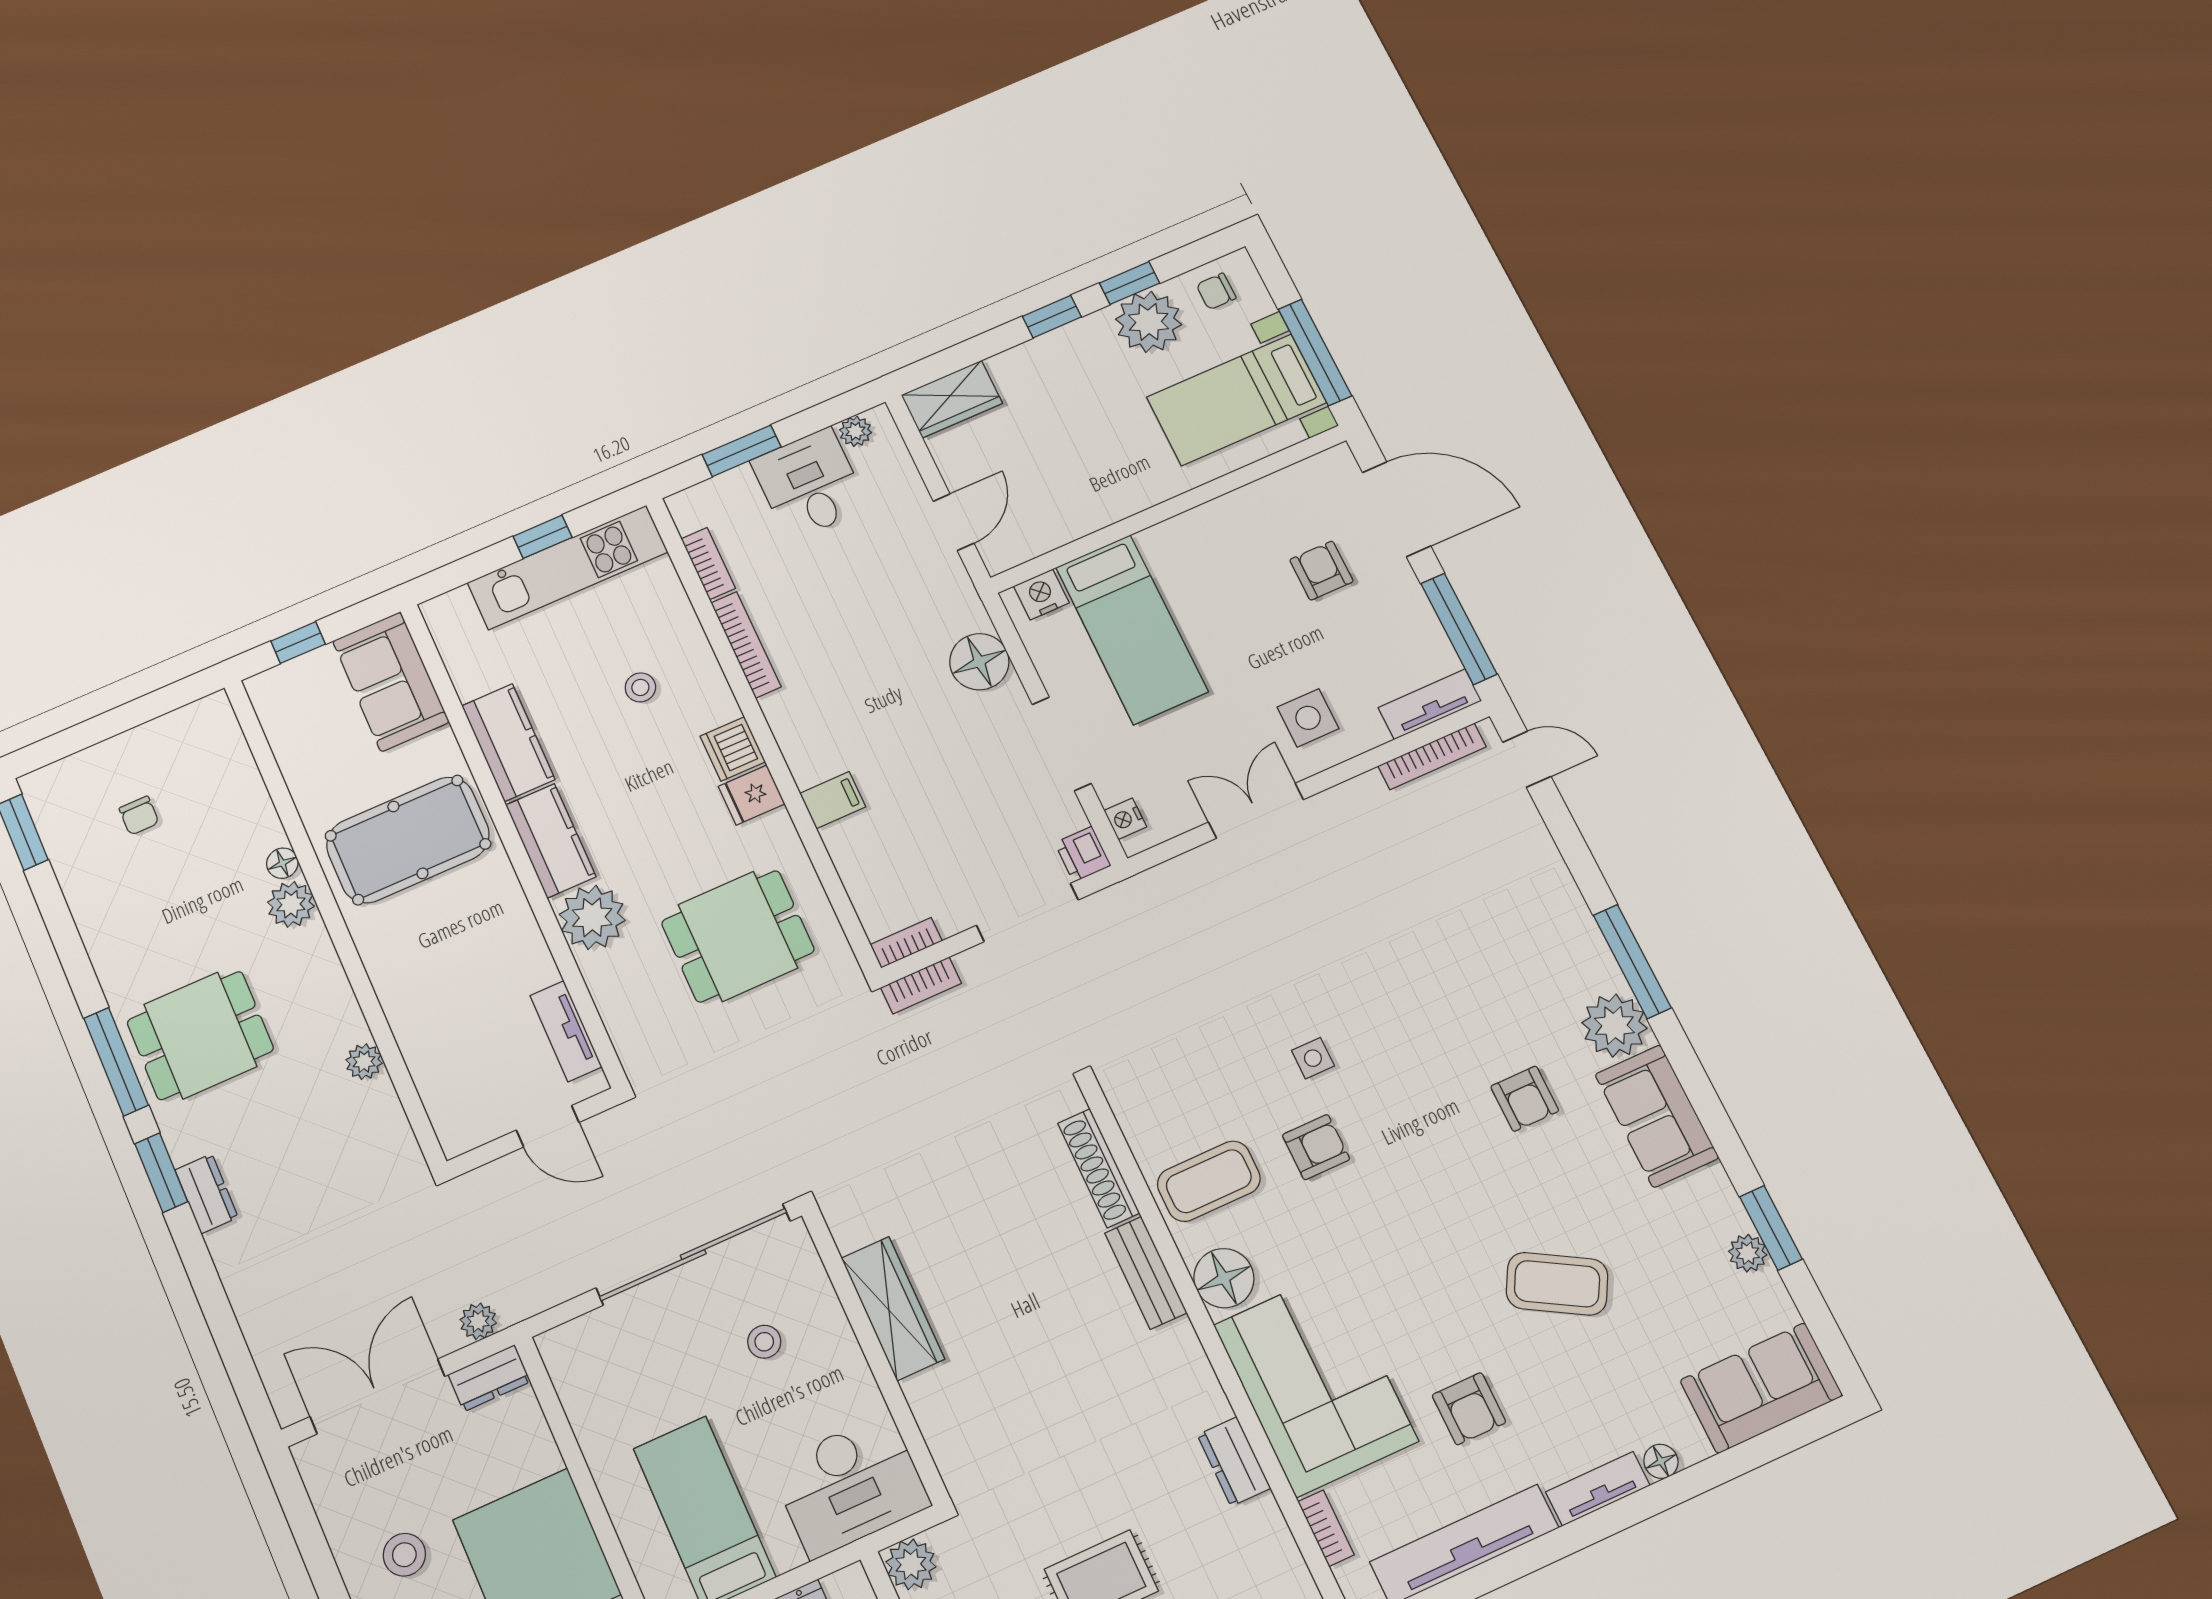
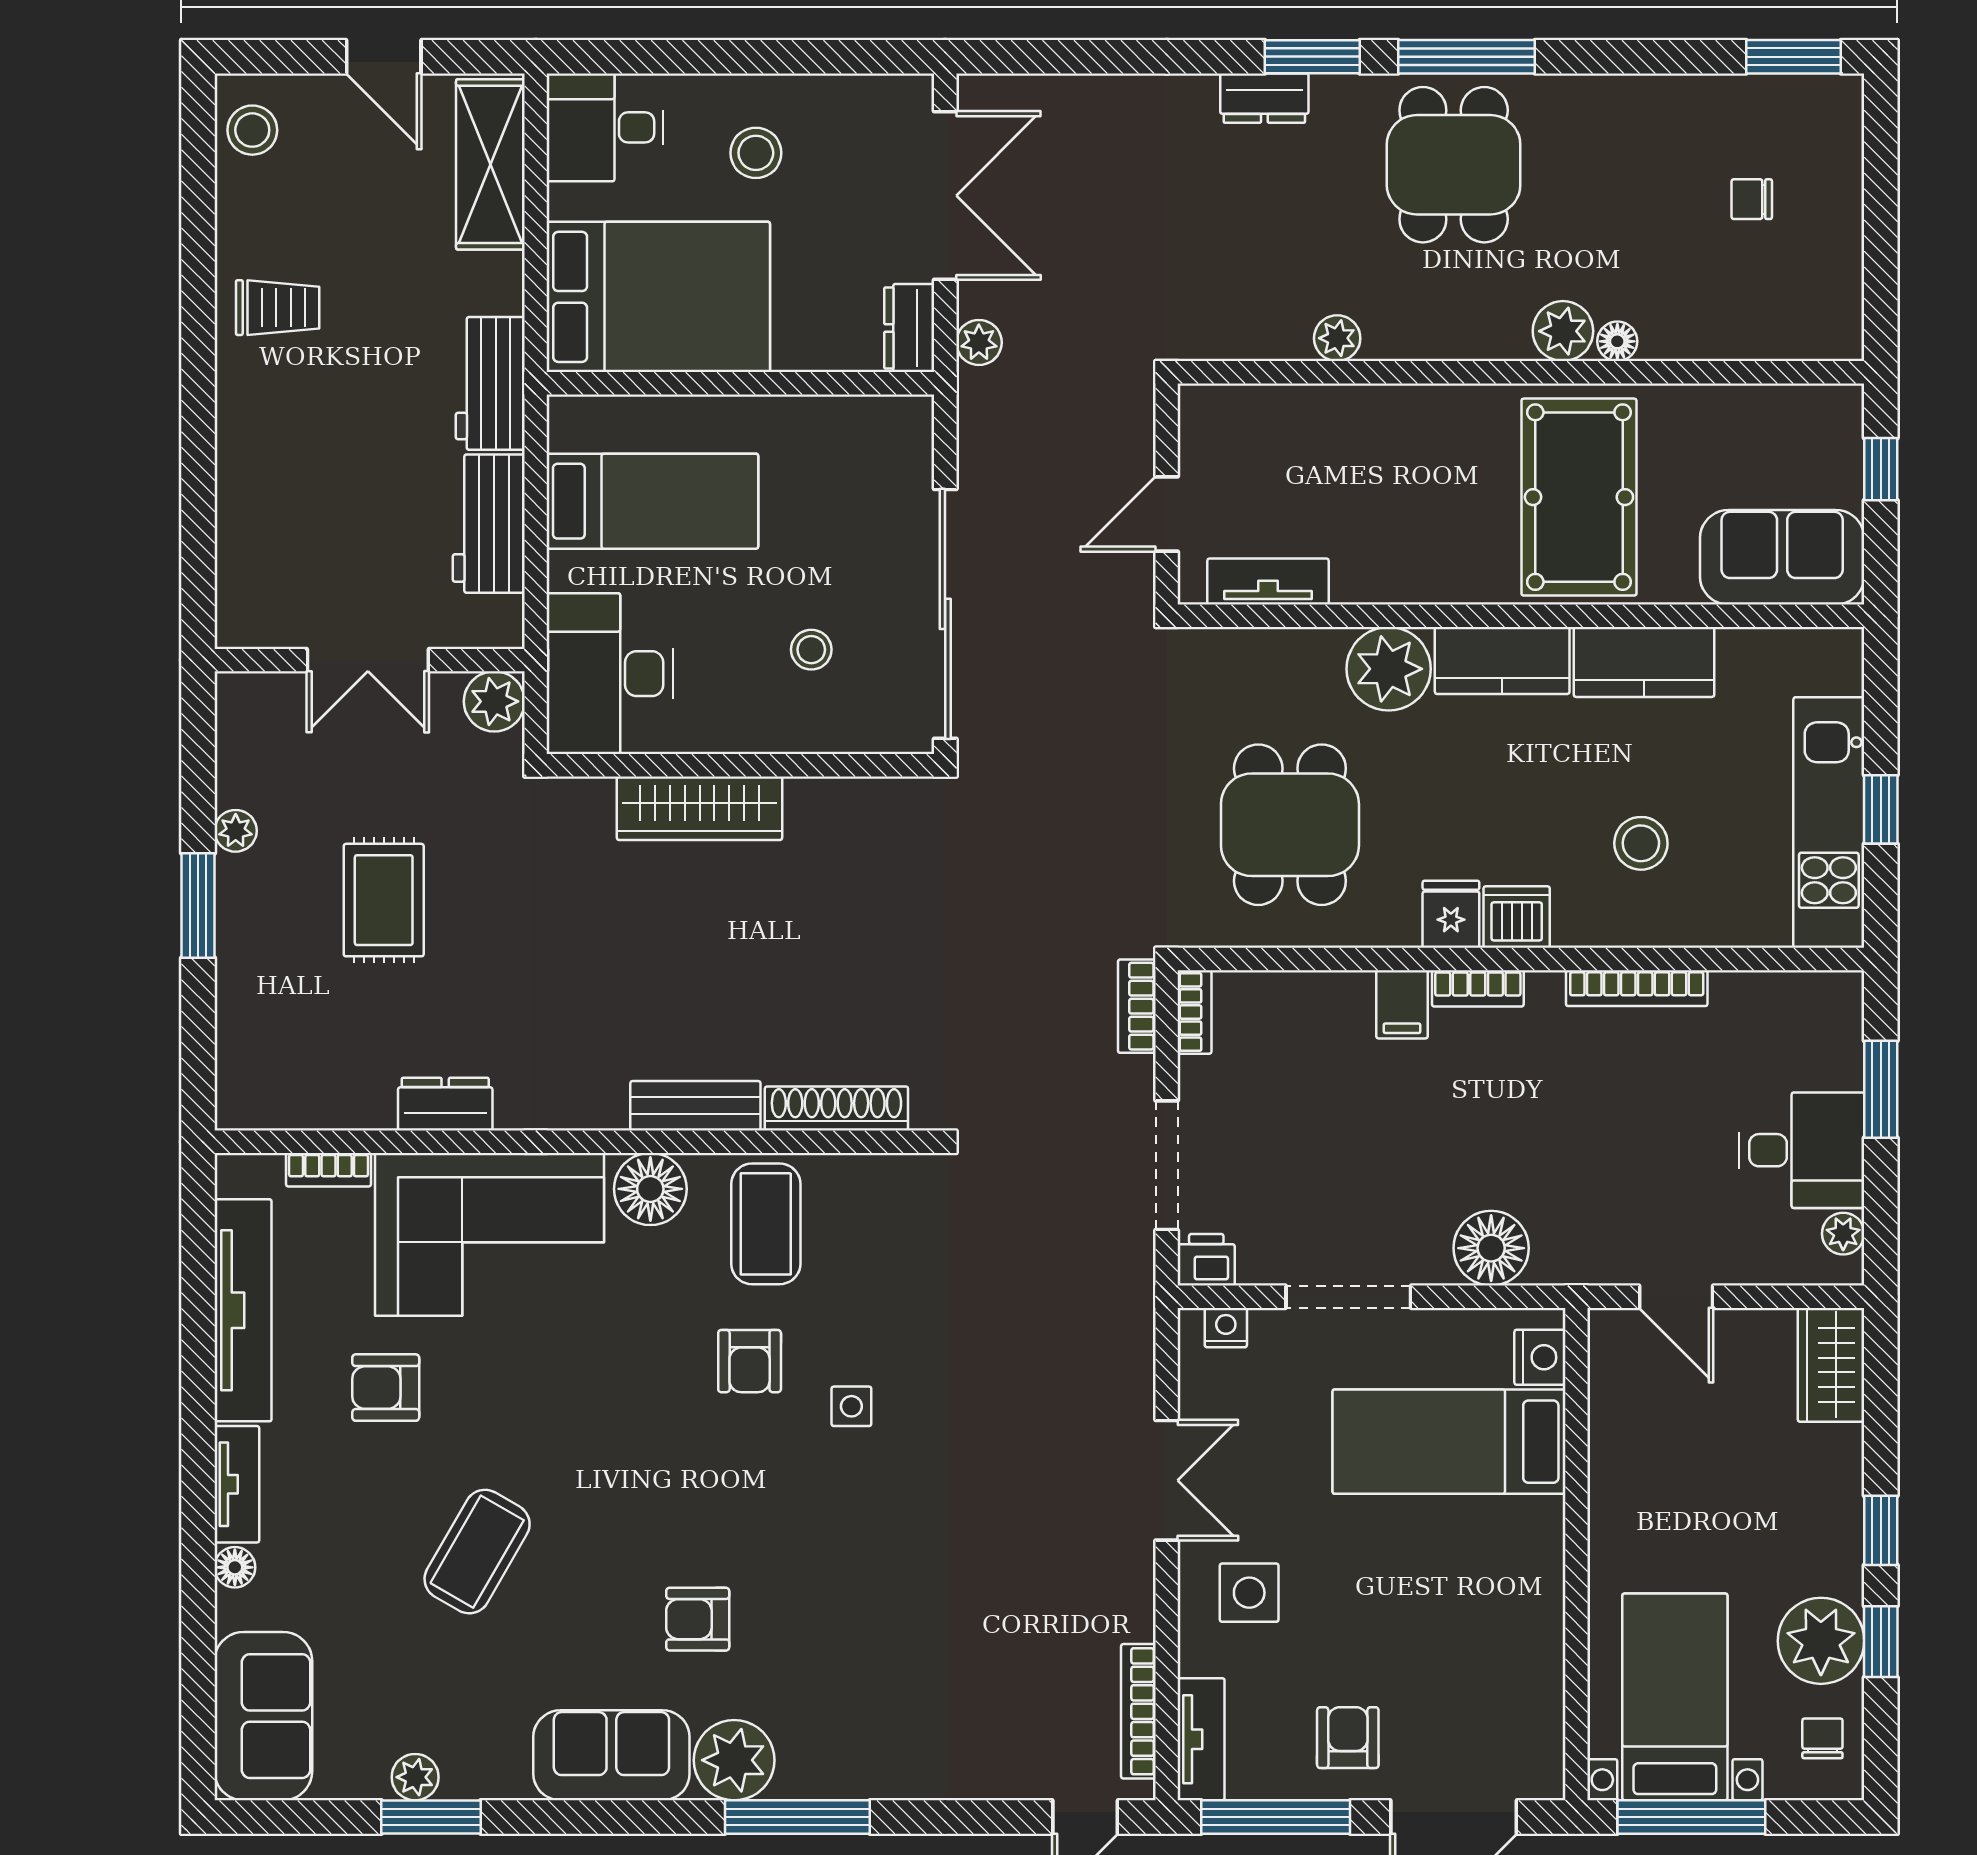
bookcase: (708, 564) -> (1478, 988), moved
armchair: (1321, 571) -> (1348, 1738), moved, turned -90
stool: (640, 687) -> (1641, 843), width x1.37, depth x1.37
wardrobe: (893, 1308) -> (700, 808), moved

